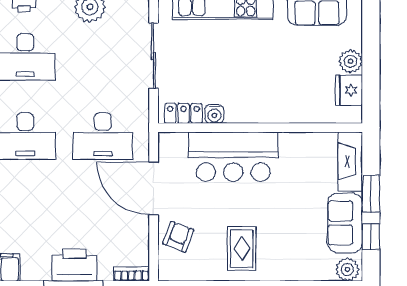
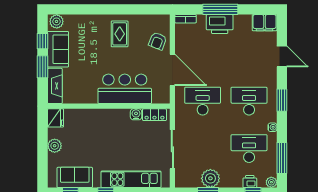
fridge: (349, 90) -> (56, 118), moved

